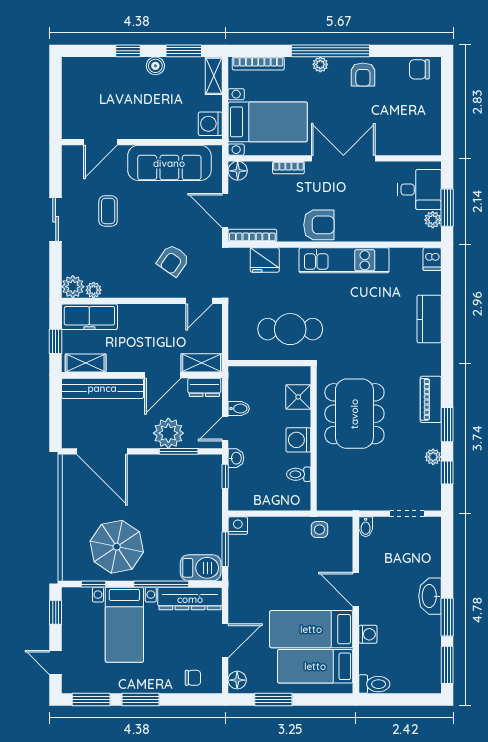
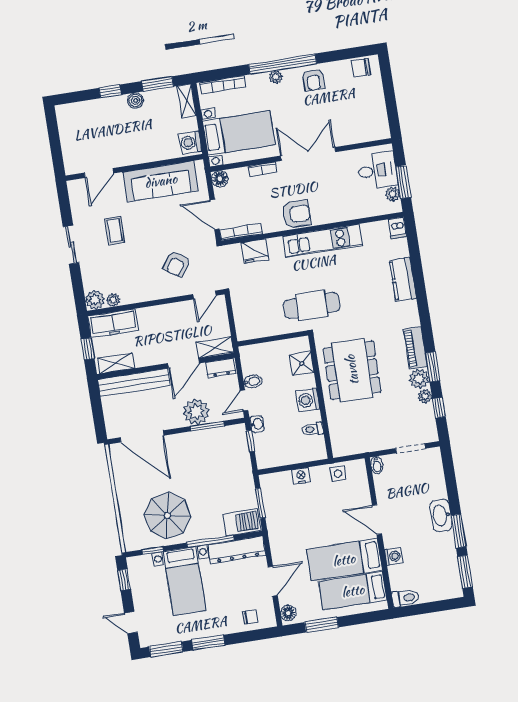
cafe table: (290, 329) -> (312, 306), moved
plant: (430, 436) -> (419, 379), added
nightstand: (238, 526) -> (301, 476), moved

